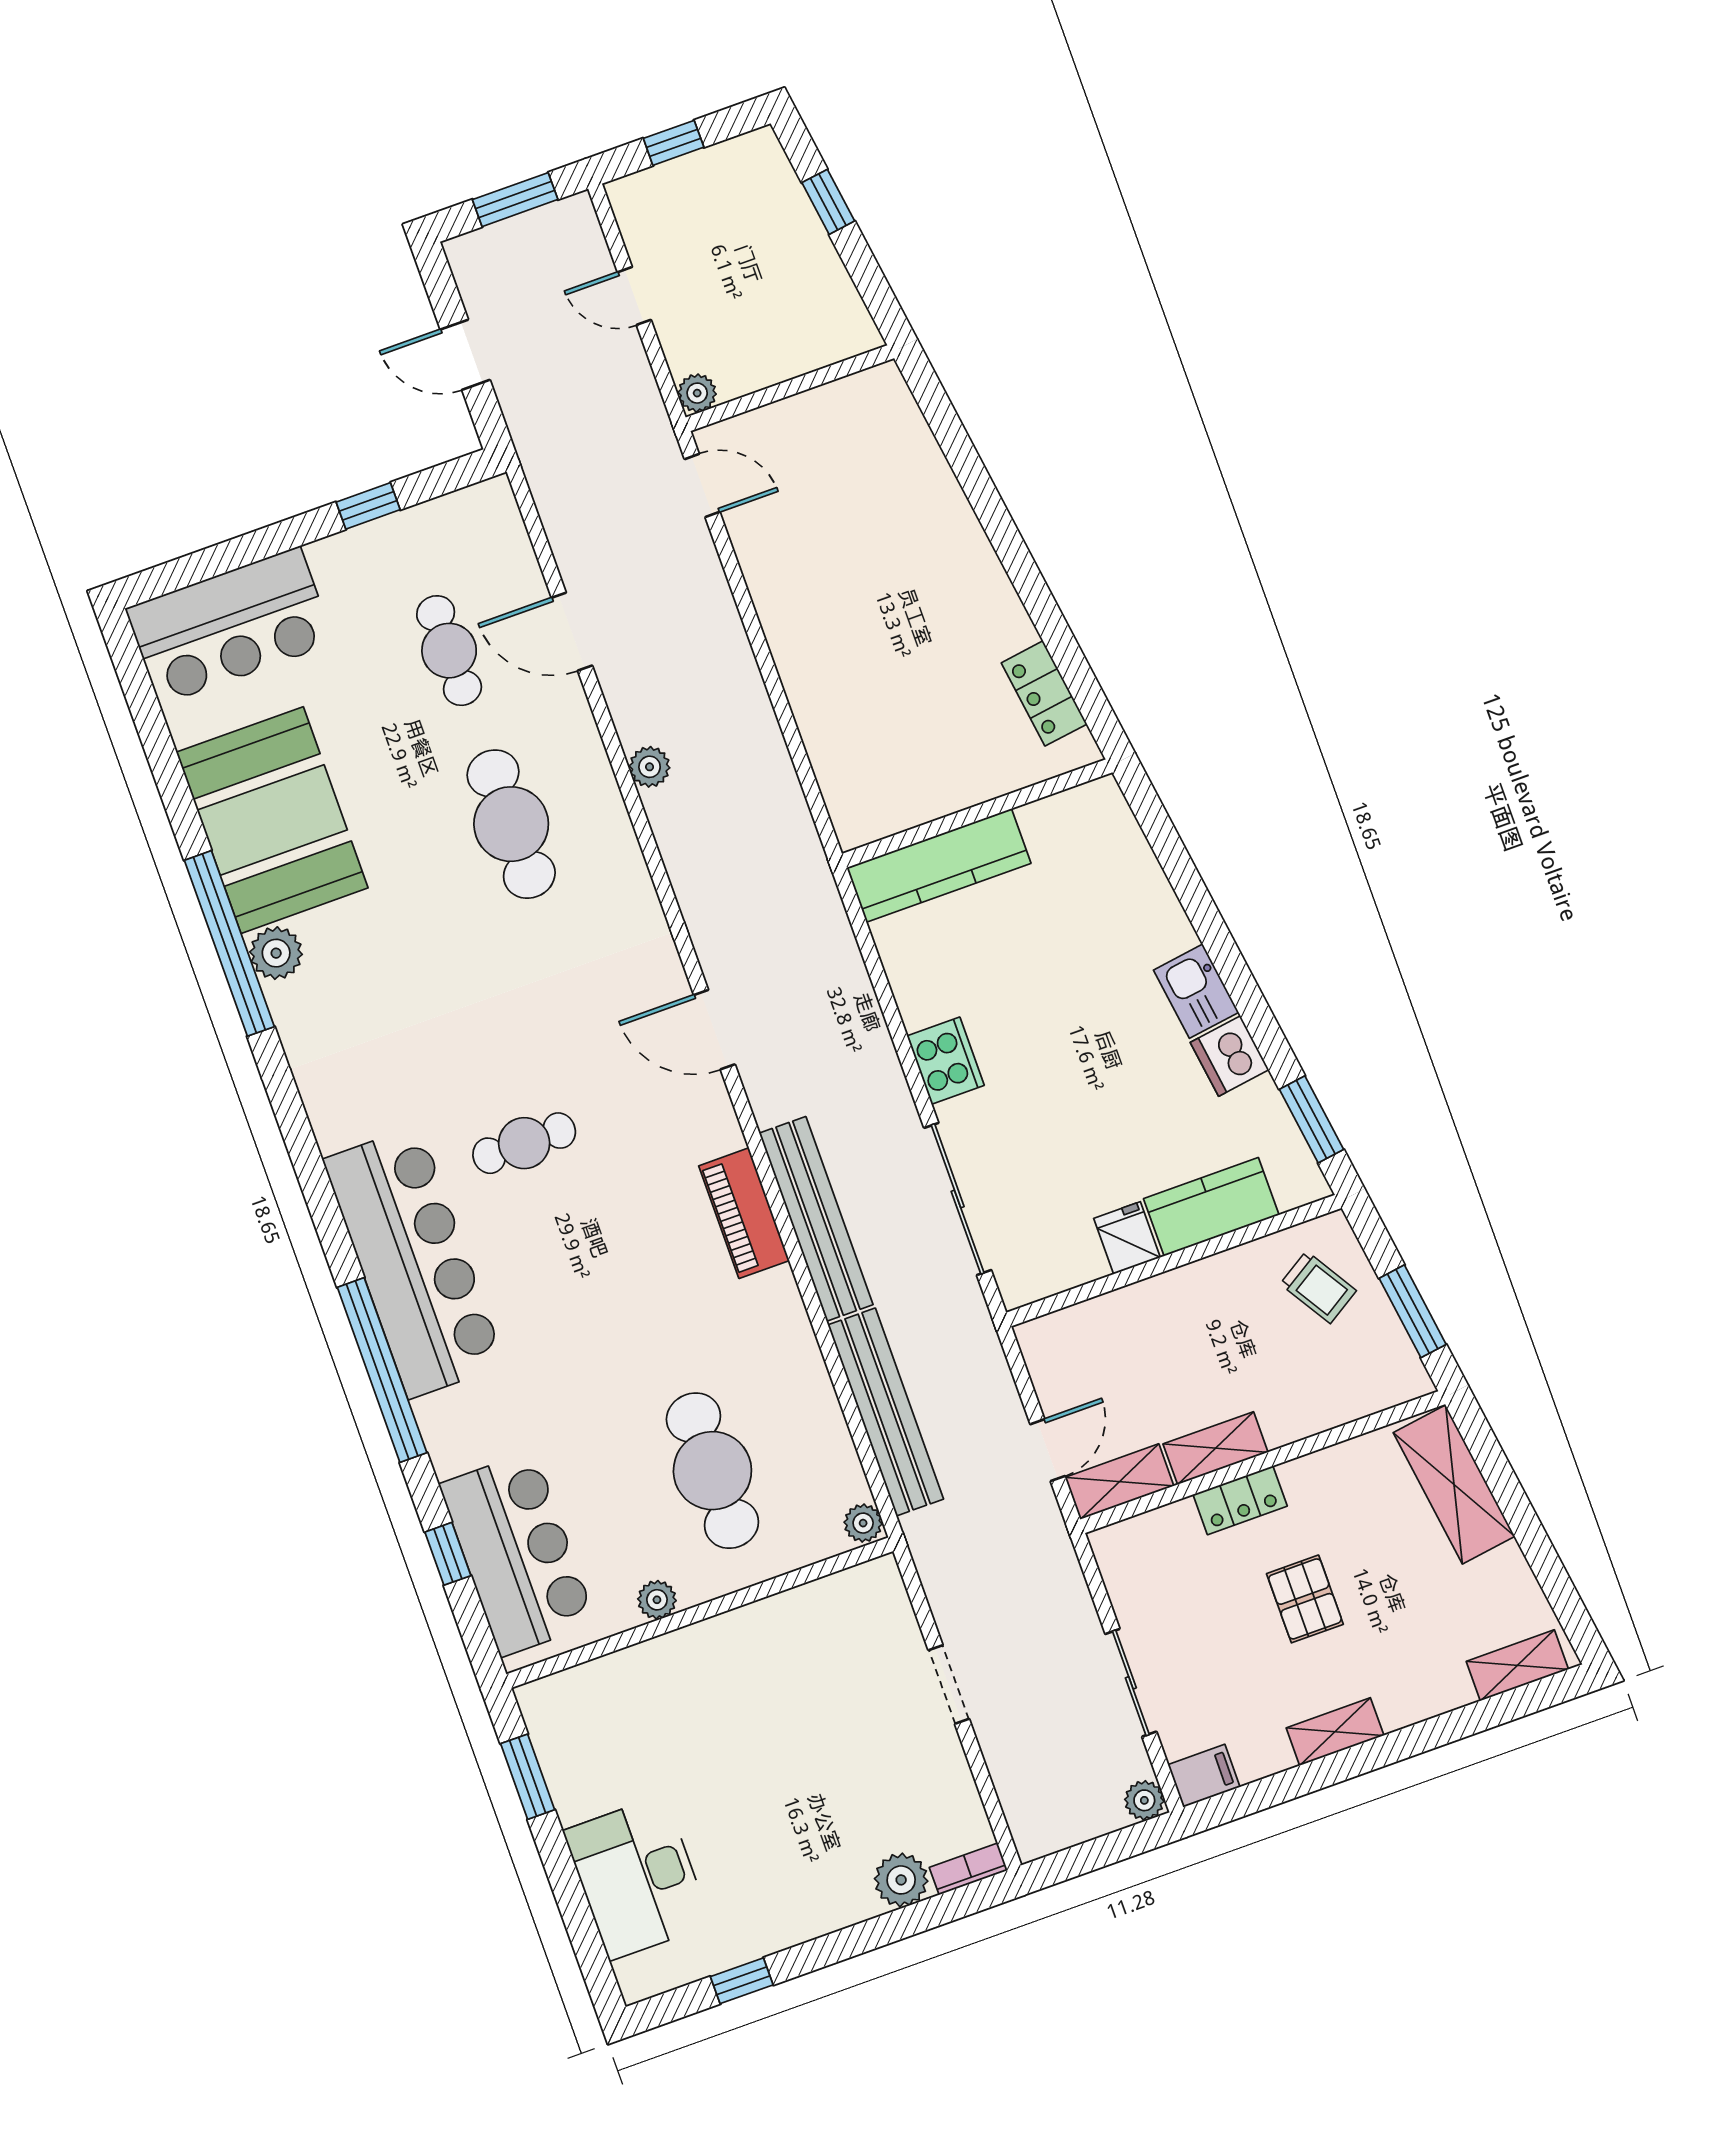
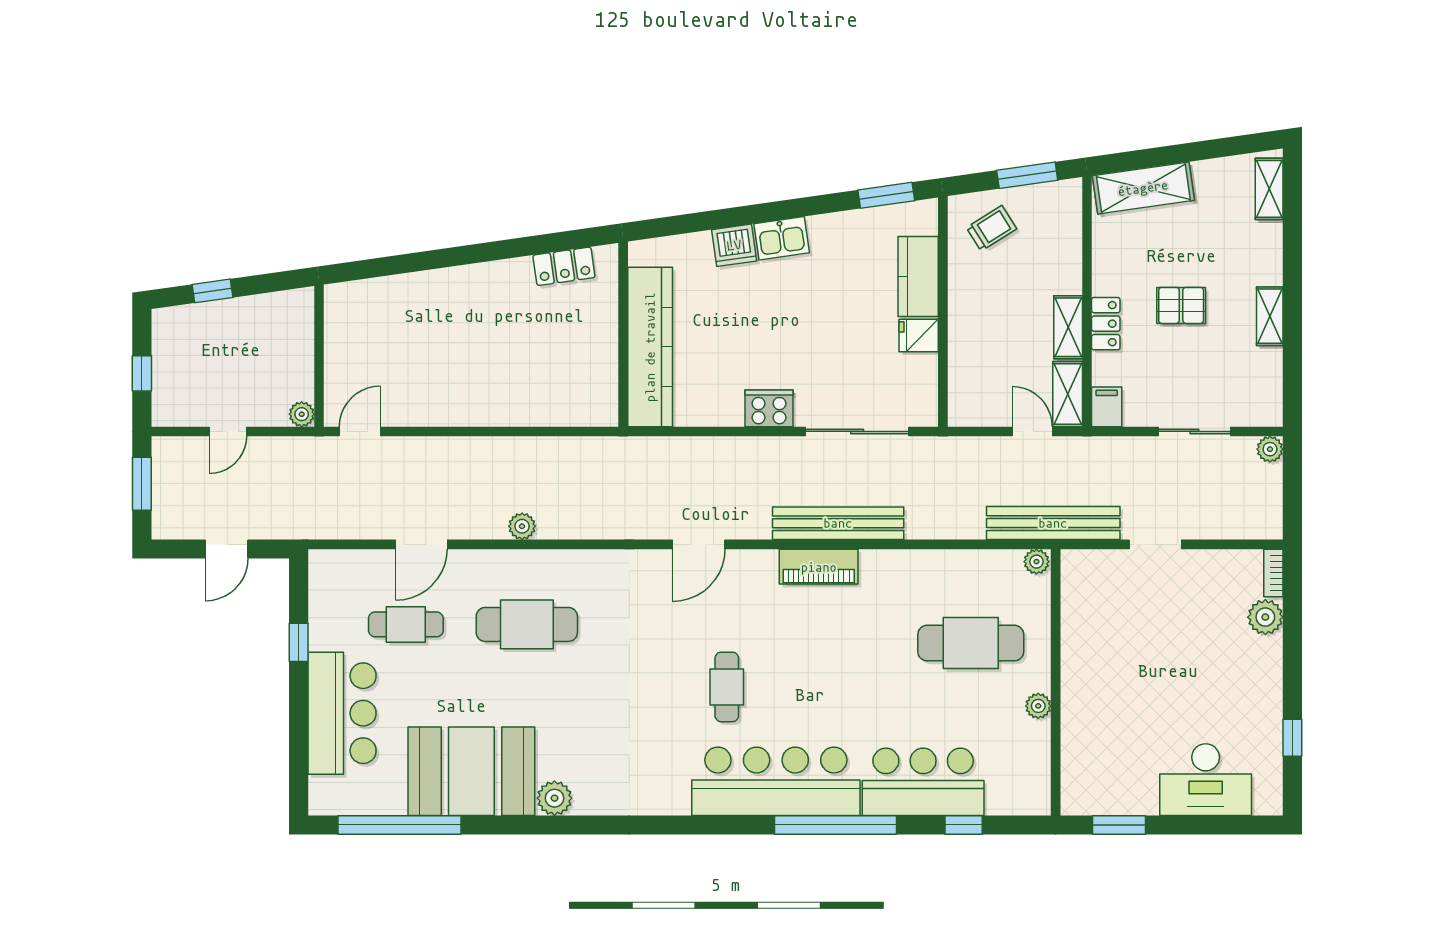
bar counter: (230, 626) -> (342, 713), moved
kitchen counter: (939, 865) -> (650, 347), width x1.39, depth x1.17
window: (229, 943) -> (400, 825), moved
dishwasher: (1230, 1056) -> (734, 245), moved
bench: (886, 1412) -> (1053, 523), moved
bar counter: (518, 1554) -> (923, 782), moved
filing cabinet: (1204, 1776) -> (1107, 407), moved

